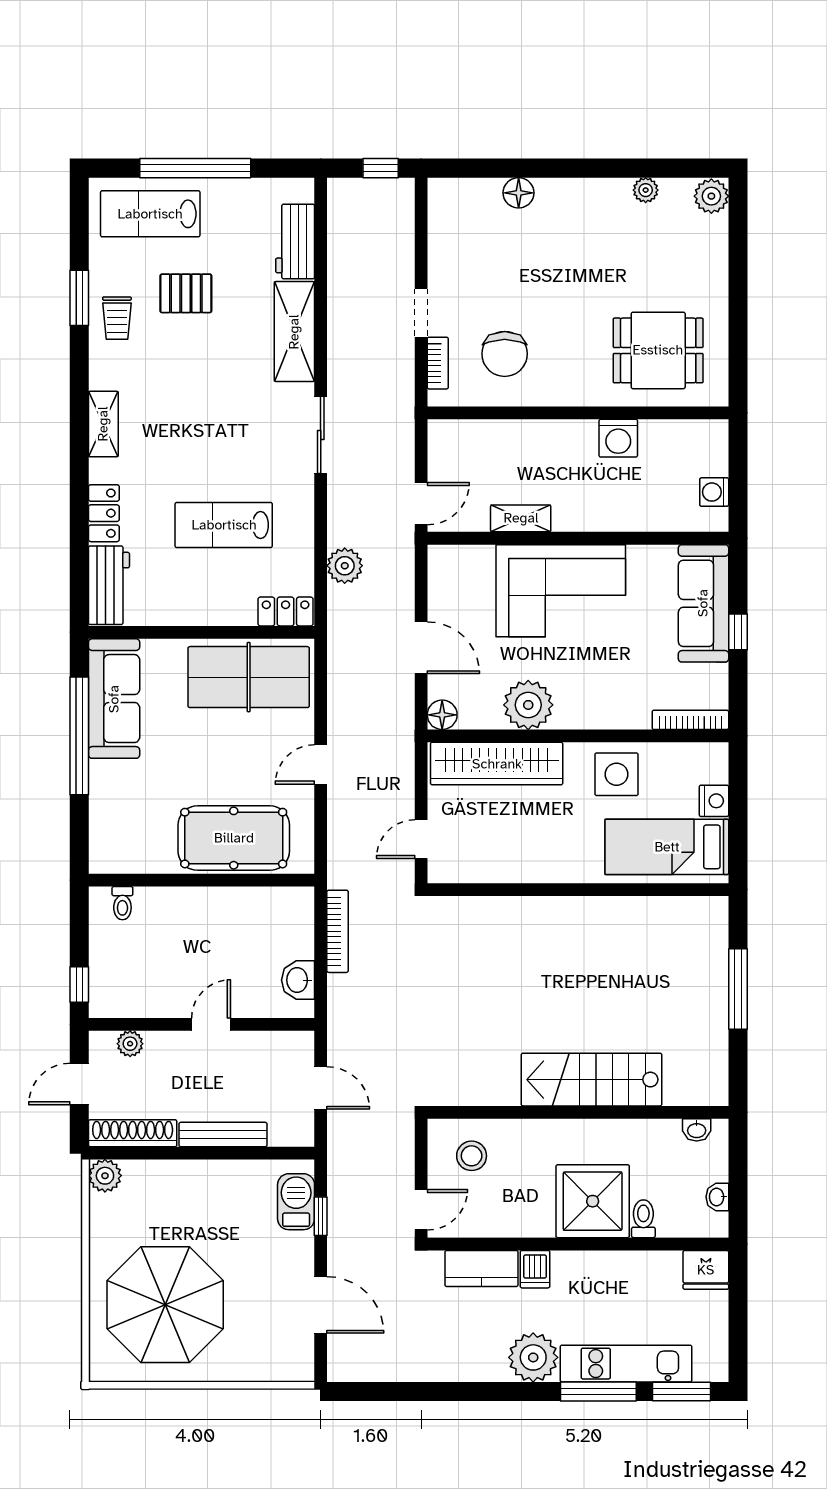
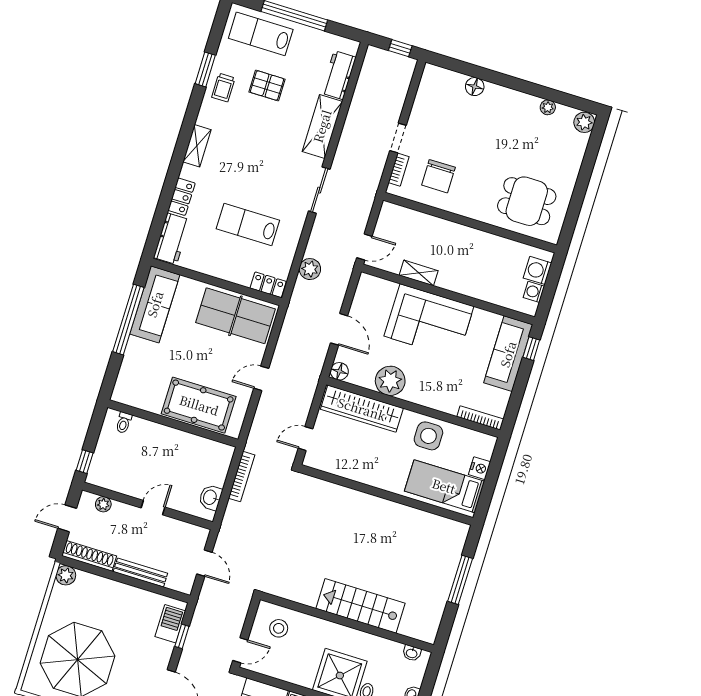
washing machine: (618, 438) -> (537, 270), moved, turned 90
window: (738, 632) -> (531, 349), moved

